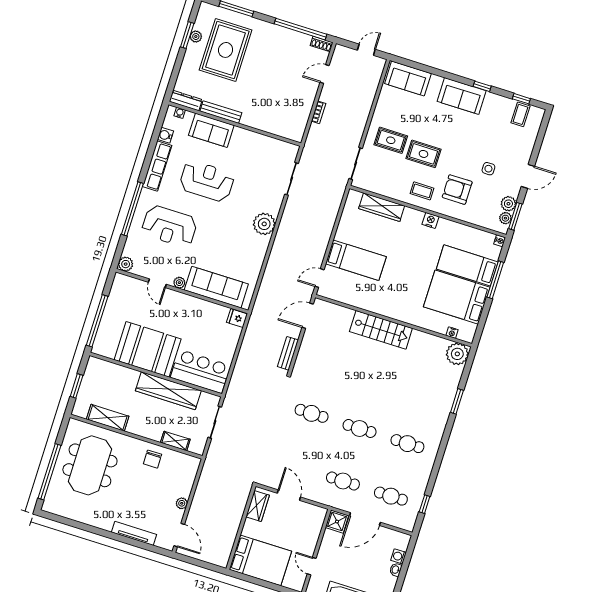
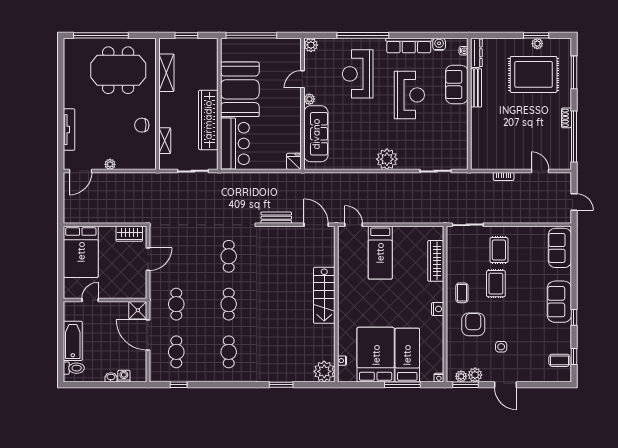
shoe rack: (322, 44) -> (566, 118), moved

